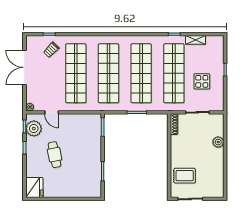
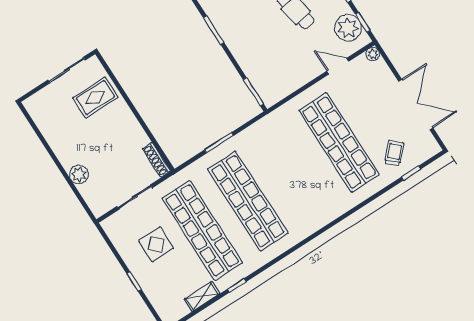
shop shelf: (108, 73) -> (293, 172), removed

